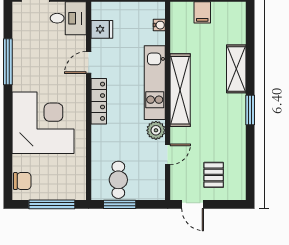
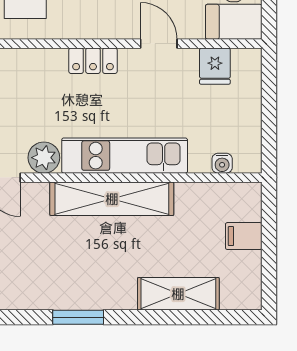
shelving: (236, 69) -> (178, 294), moved
locker: (99, 101) -> (93, 61), width x0.66

